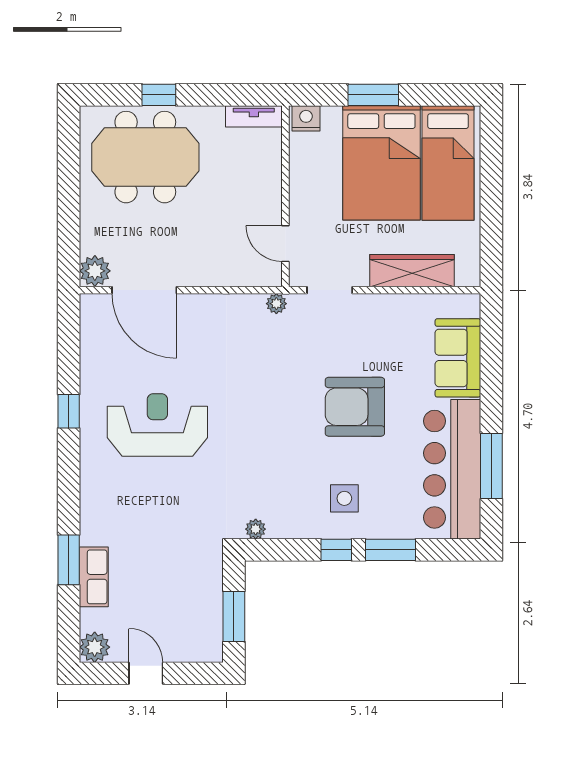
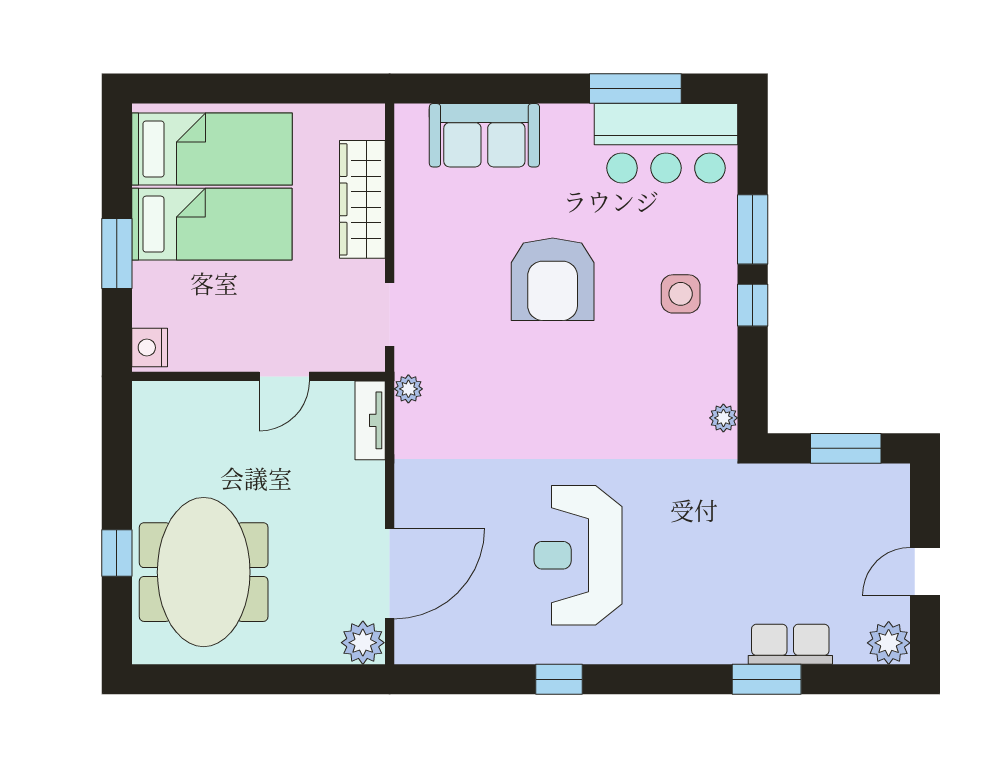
tv unit: (254, 116) -> (370, 420), moved, turned 180
bed: (381, 163) -> (212, 224), width x0.67
door: (285, 244) -> (284, 376), moved
bar counter: (452, 469) -> (666, 143), width x0.73

